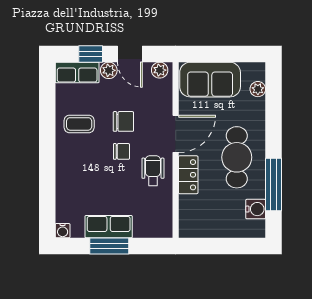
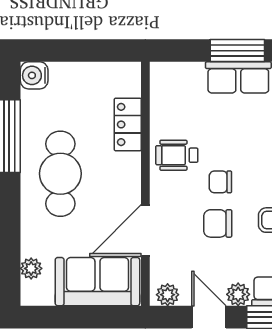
door: (176, 134) -> (145, 230), moved
wheelchair: (153, 171) -> (177, 155), turned 90
locker: (188, 175) -> (128, 124), moved
water cooler: (256, 209) -> (34, 75), moved

